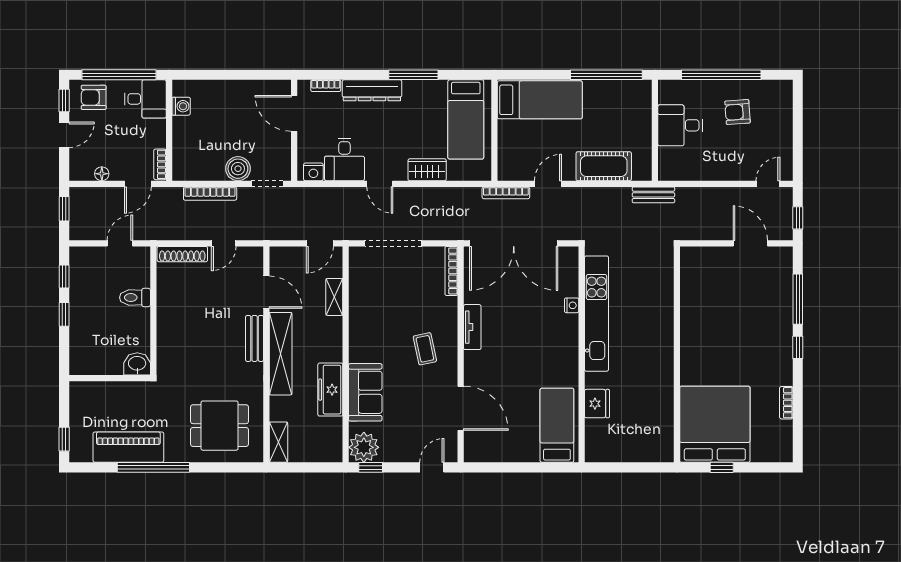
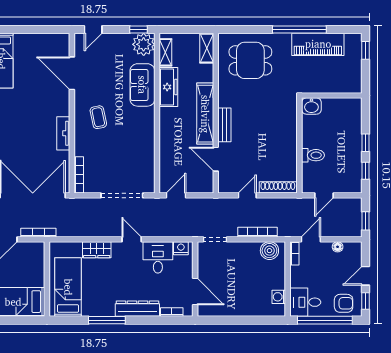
boiler: (238, 169) -> (269, 251), moved
shelving: (334, 297) -> (165, 52), moved

